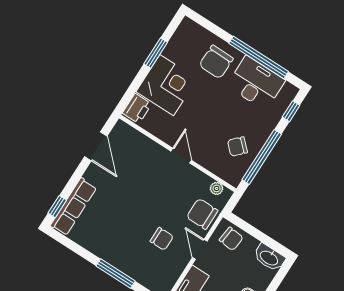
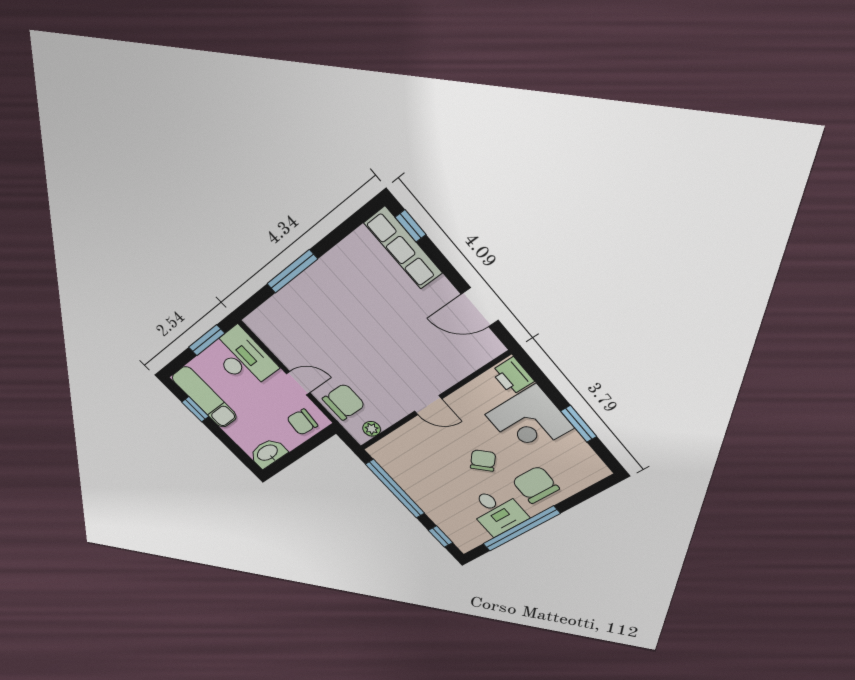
desk: (256, 83) -> (497, 511), width x0.73
chair: (237, 147) -> (483, 460), moved
chair: (162, 239) -> (324, 345), removed

